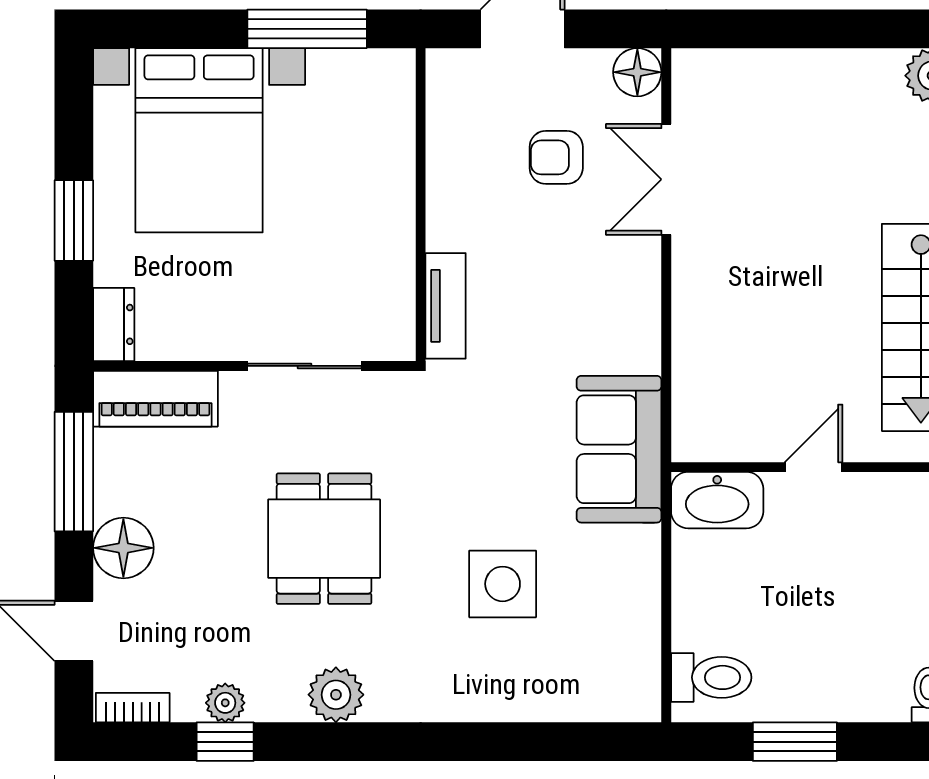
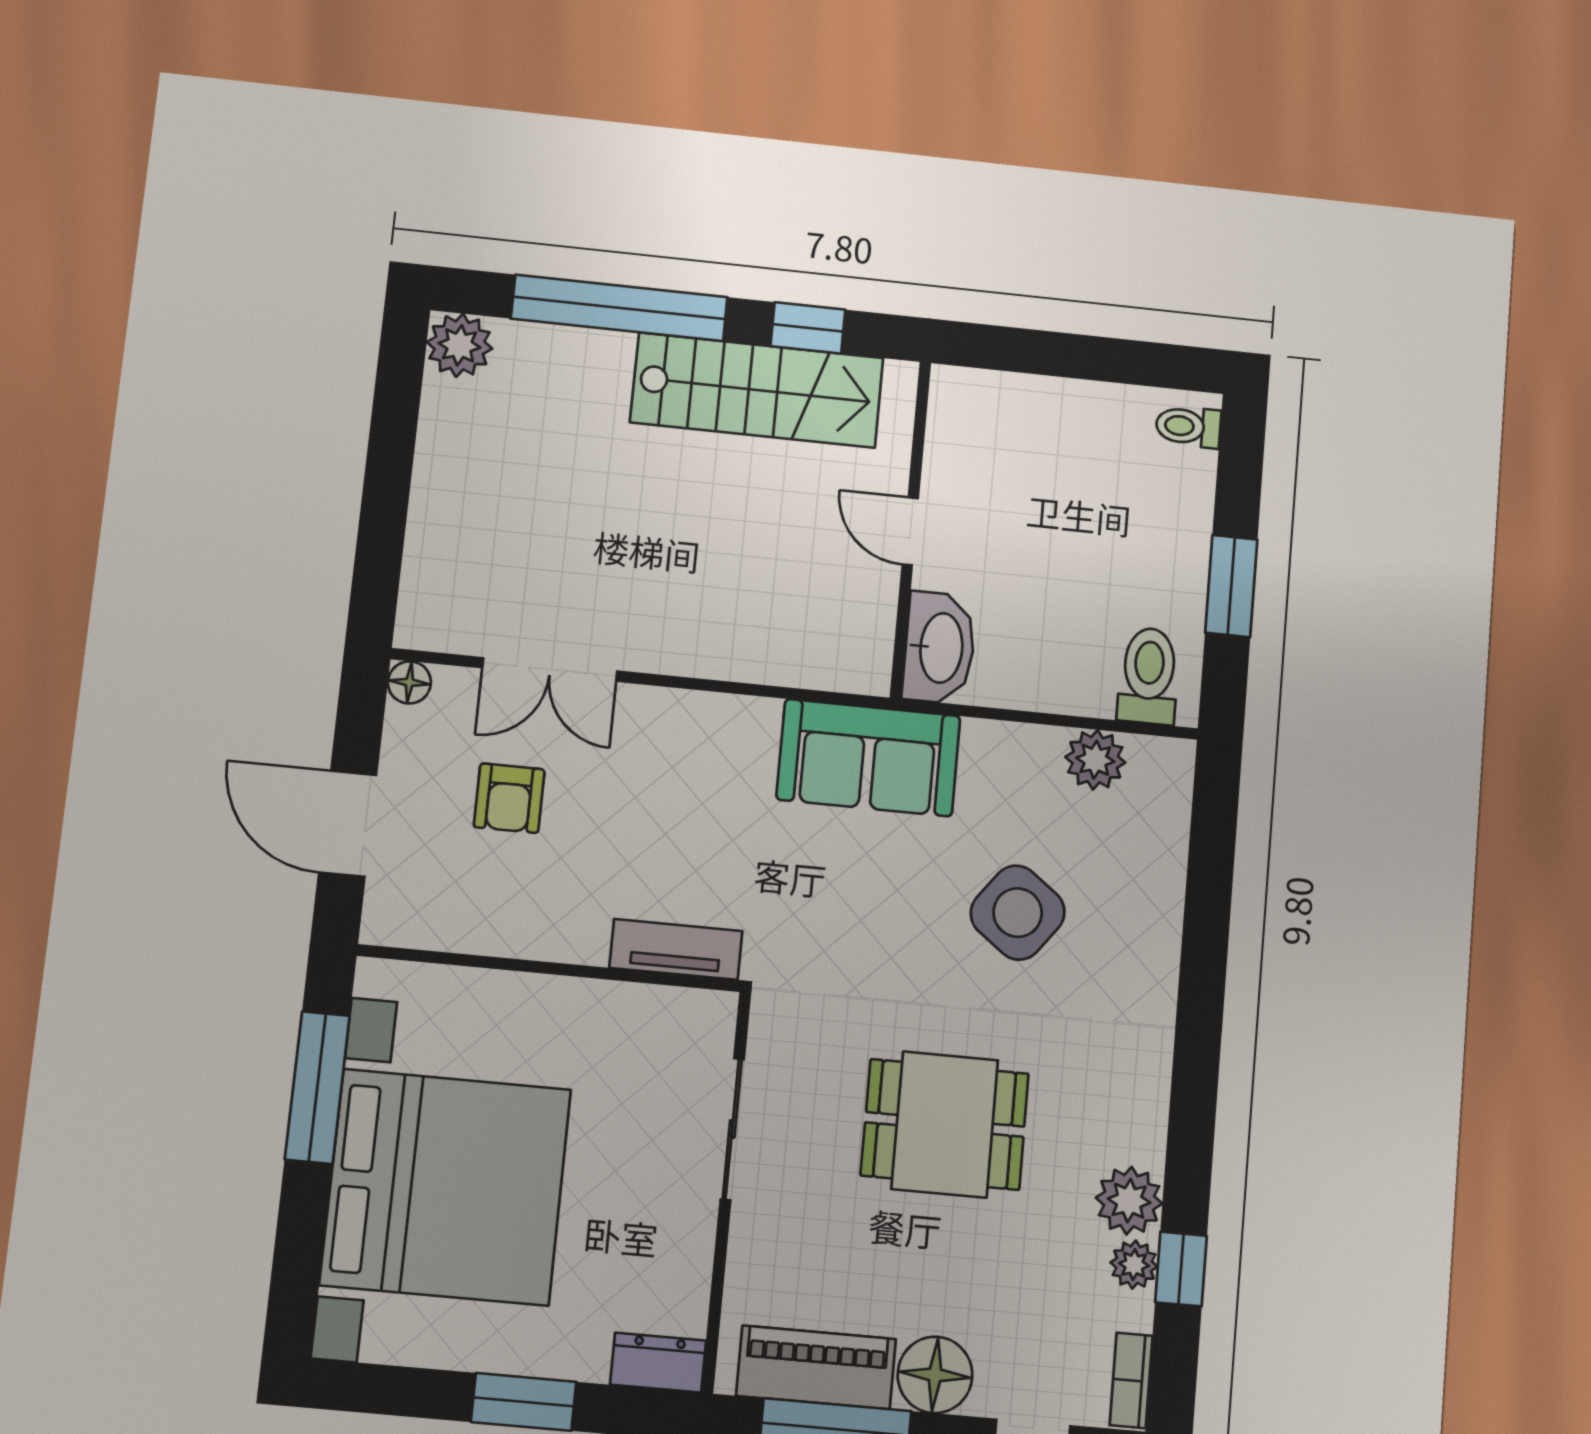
floor lamp: (637, 72) -> (409, 682), width x0.73, depth x0.73
bed with nightstands: (199, 140) -> (446, 1187), width x1.36
piano: (155, 399) -> (816, 1367), moved, turned -90
side table: (503, 584) -> (1018, 913), turned 37
plant: (636, 638) -> (1095, 760), added
plant: (336, 695) -> (1129, 1201), moved

